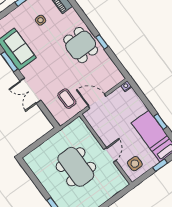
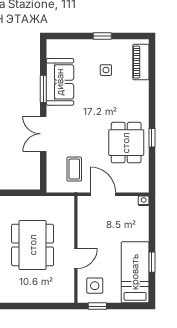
dining table: (81, 45) -> (126, 143), moved
window: (160, 165) -> (97, 306), moved

